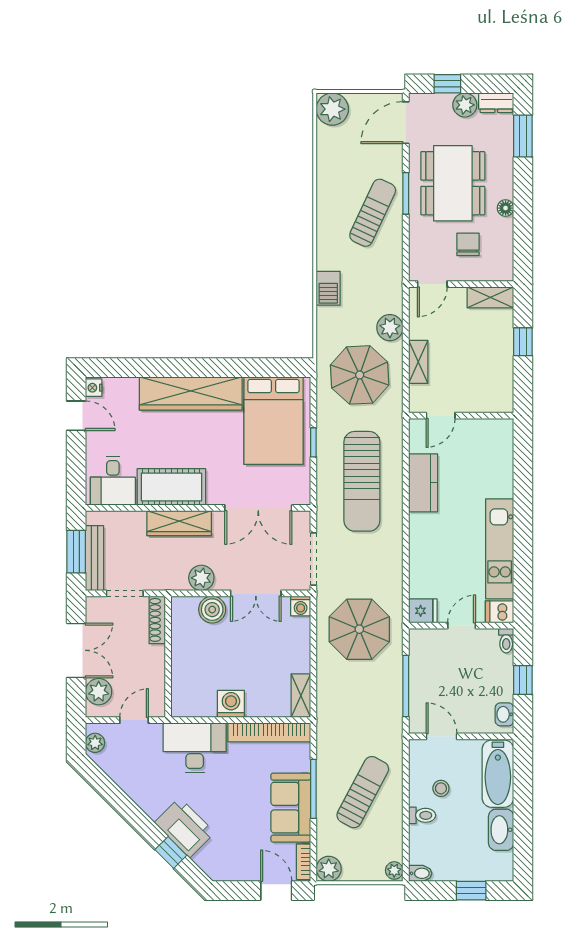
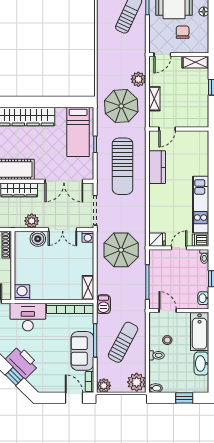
barbecue: (328, 288) -> (103, 304), moved
bed: (273, 421) -> (78, 132), width x0.67
washing machine: (231, 704) -> (22, 292), moved
plant: (394, 870) -> (137, 382), width x1.88, depth x1.88

